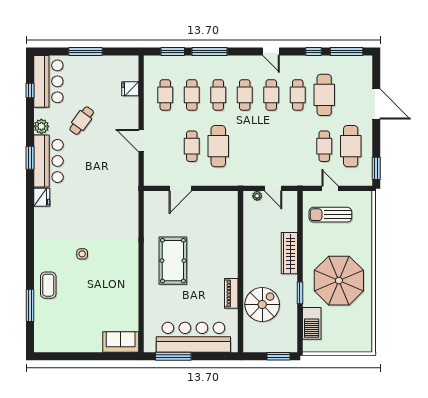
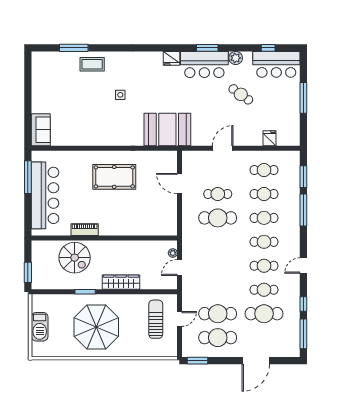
cafe table: (324, 146) -> (218, 314), width x1.37, depth x1.35
booth: (120, 202) -> (167, 129), added
barbecue: (312, 323) -> (40, 327), moved, turned -90

